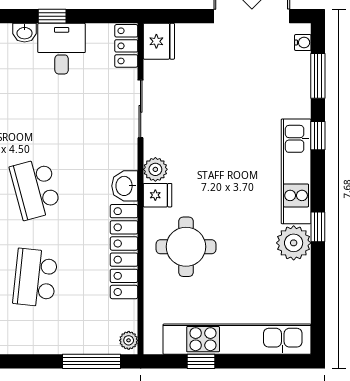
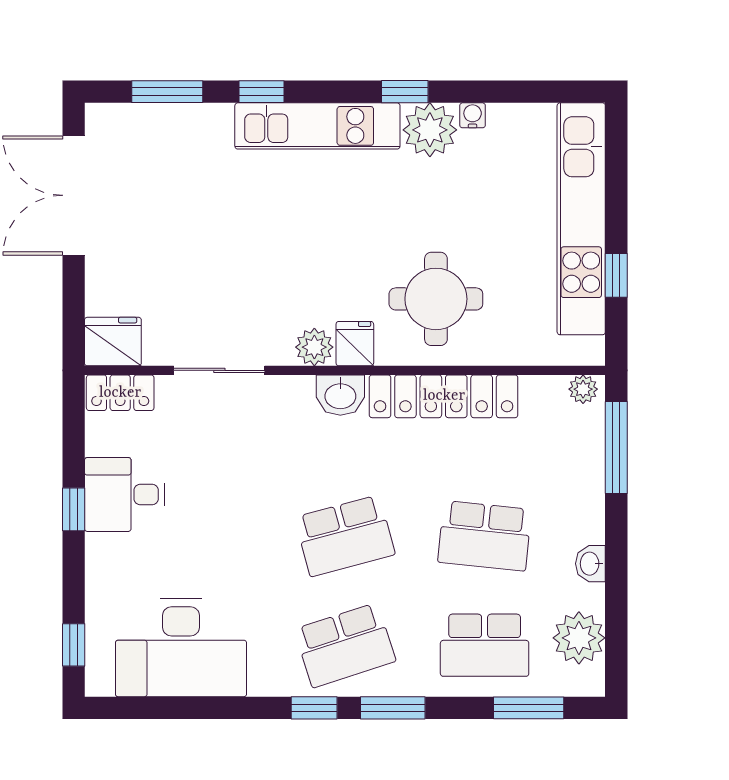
washbasin: (25, 33) -> (590, 564), moved, turned 180
water cooler: (303, 43) -> (473, 115), moved

